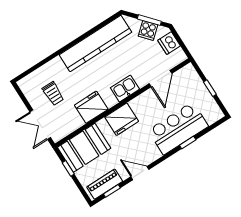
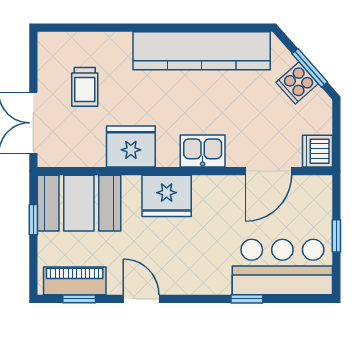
dishwasher: (169, 43) -> (318, 151), moved
bar counter: (178, 128) -> (282, 267), moved

